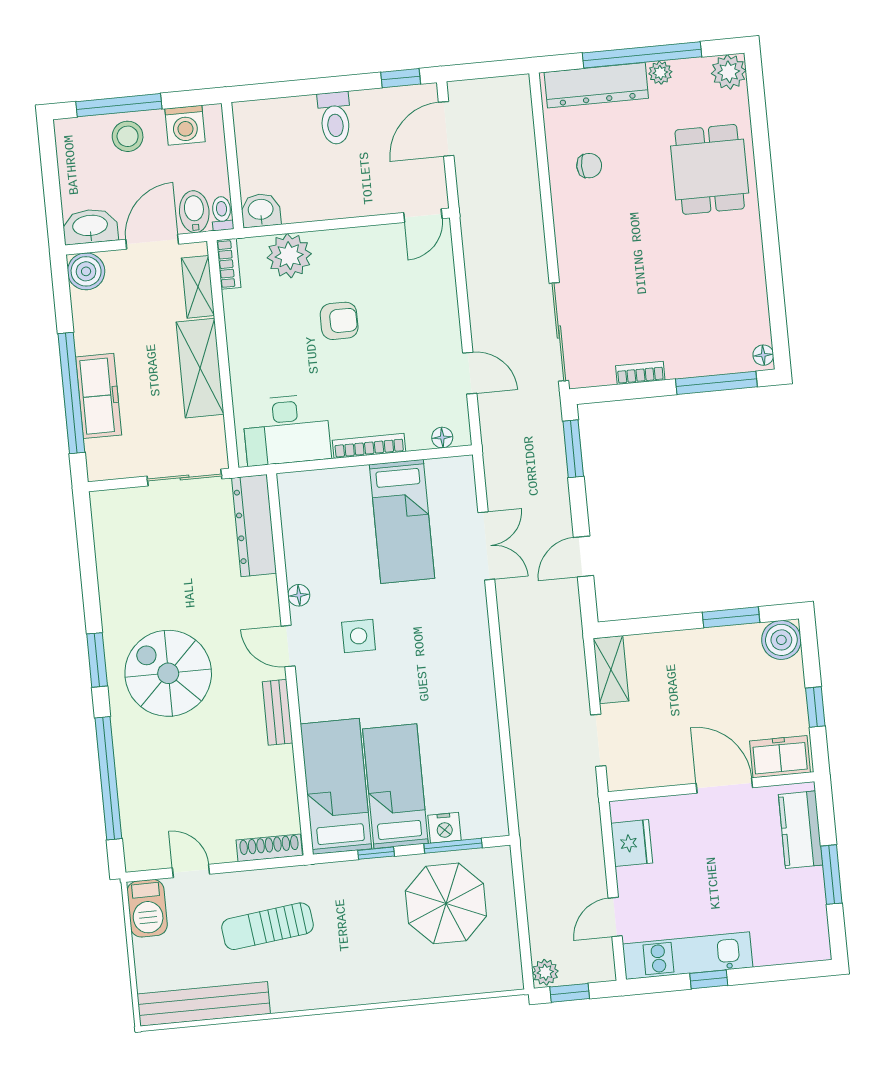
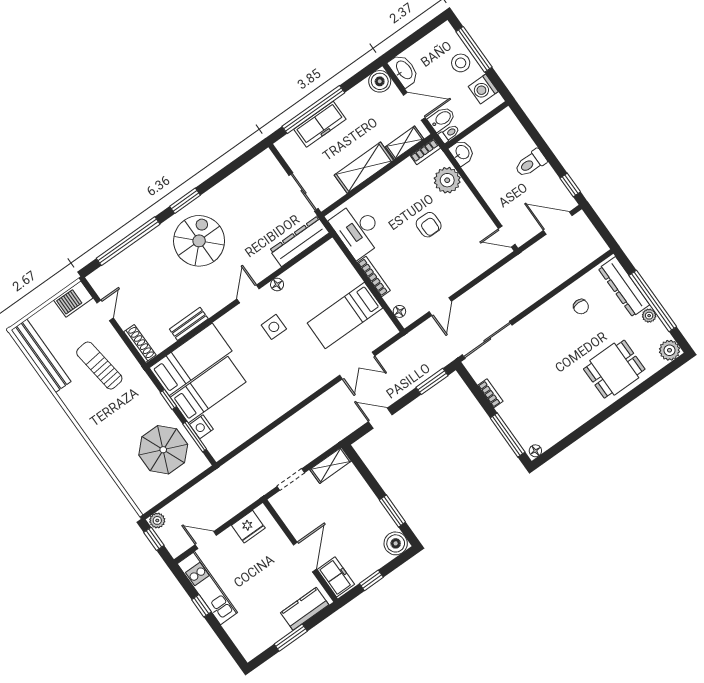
bench: (278, 712) -> (189, 324), moved

